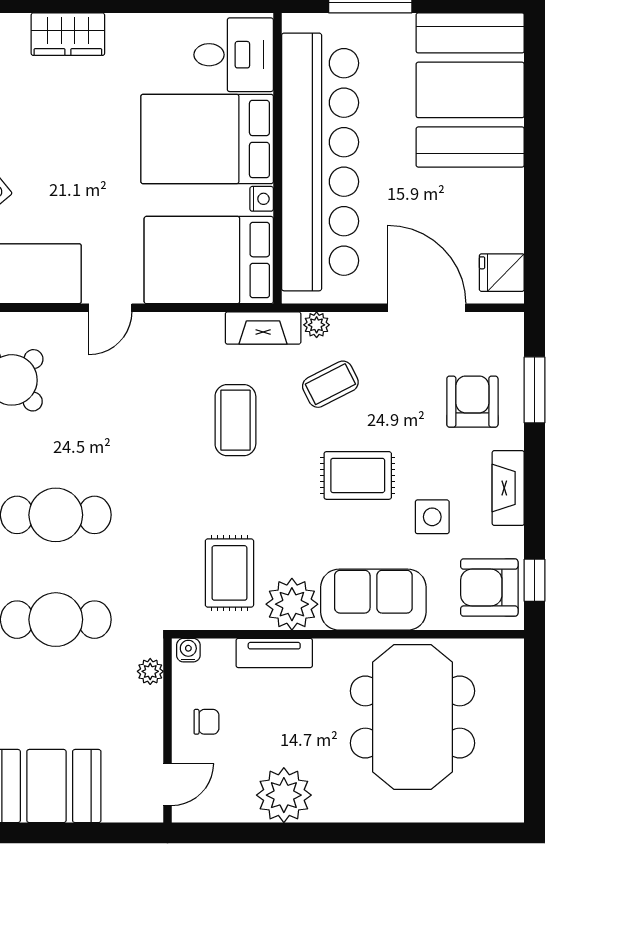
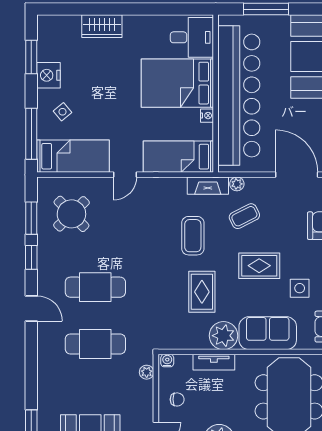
bed: (209, 260) -> (178, 157), width x0.67
rug: (229, 573) -> (202, 292), moved

